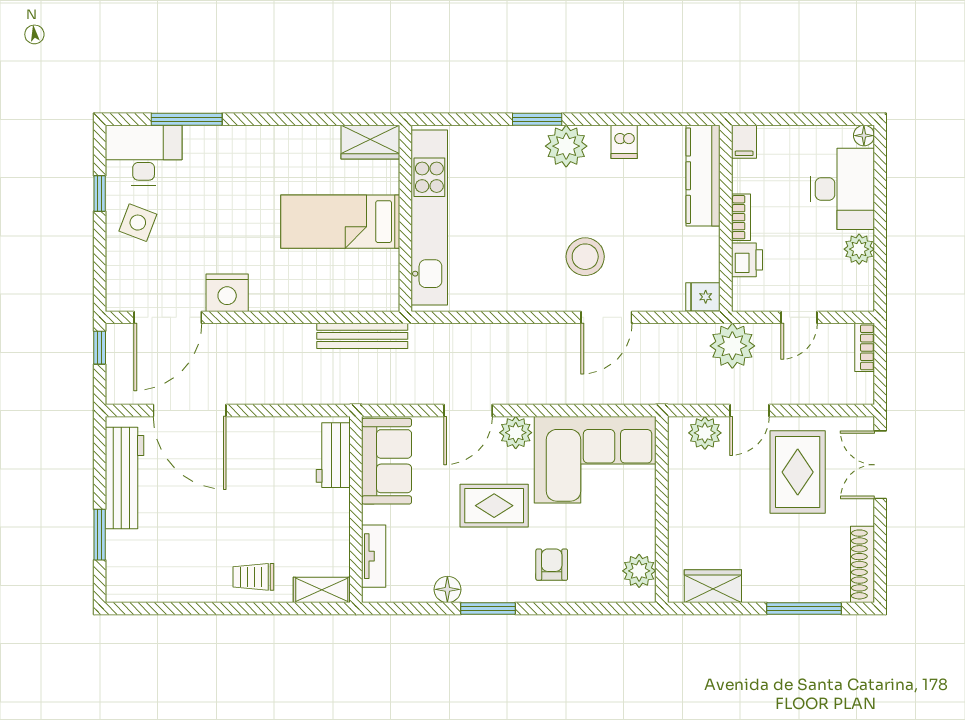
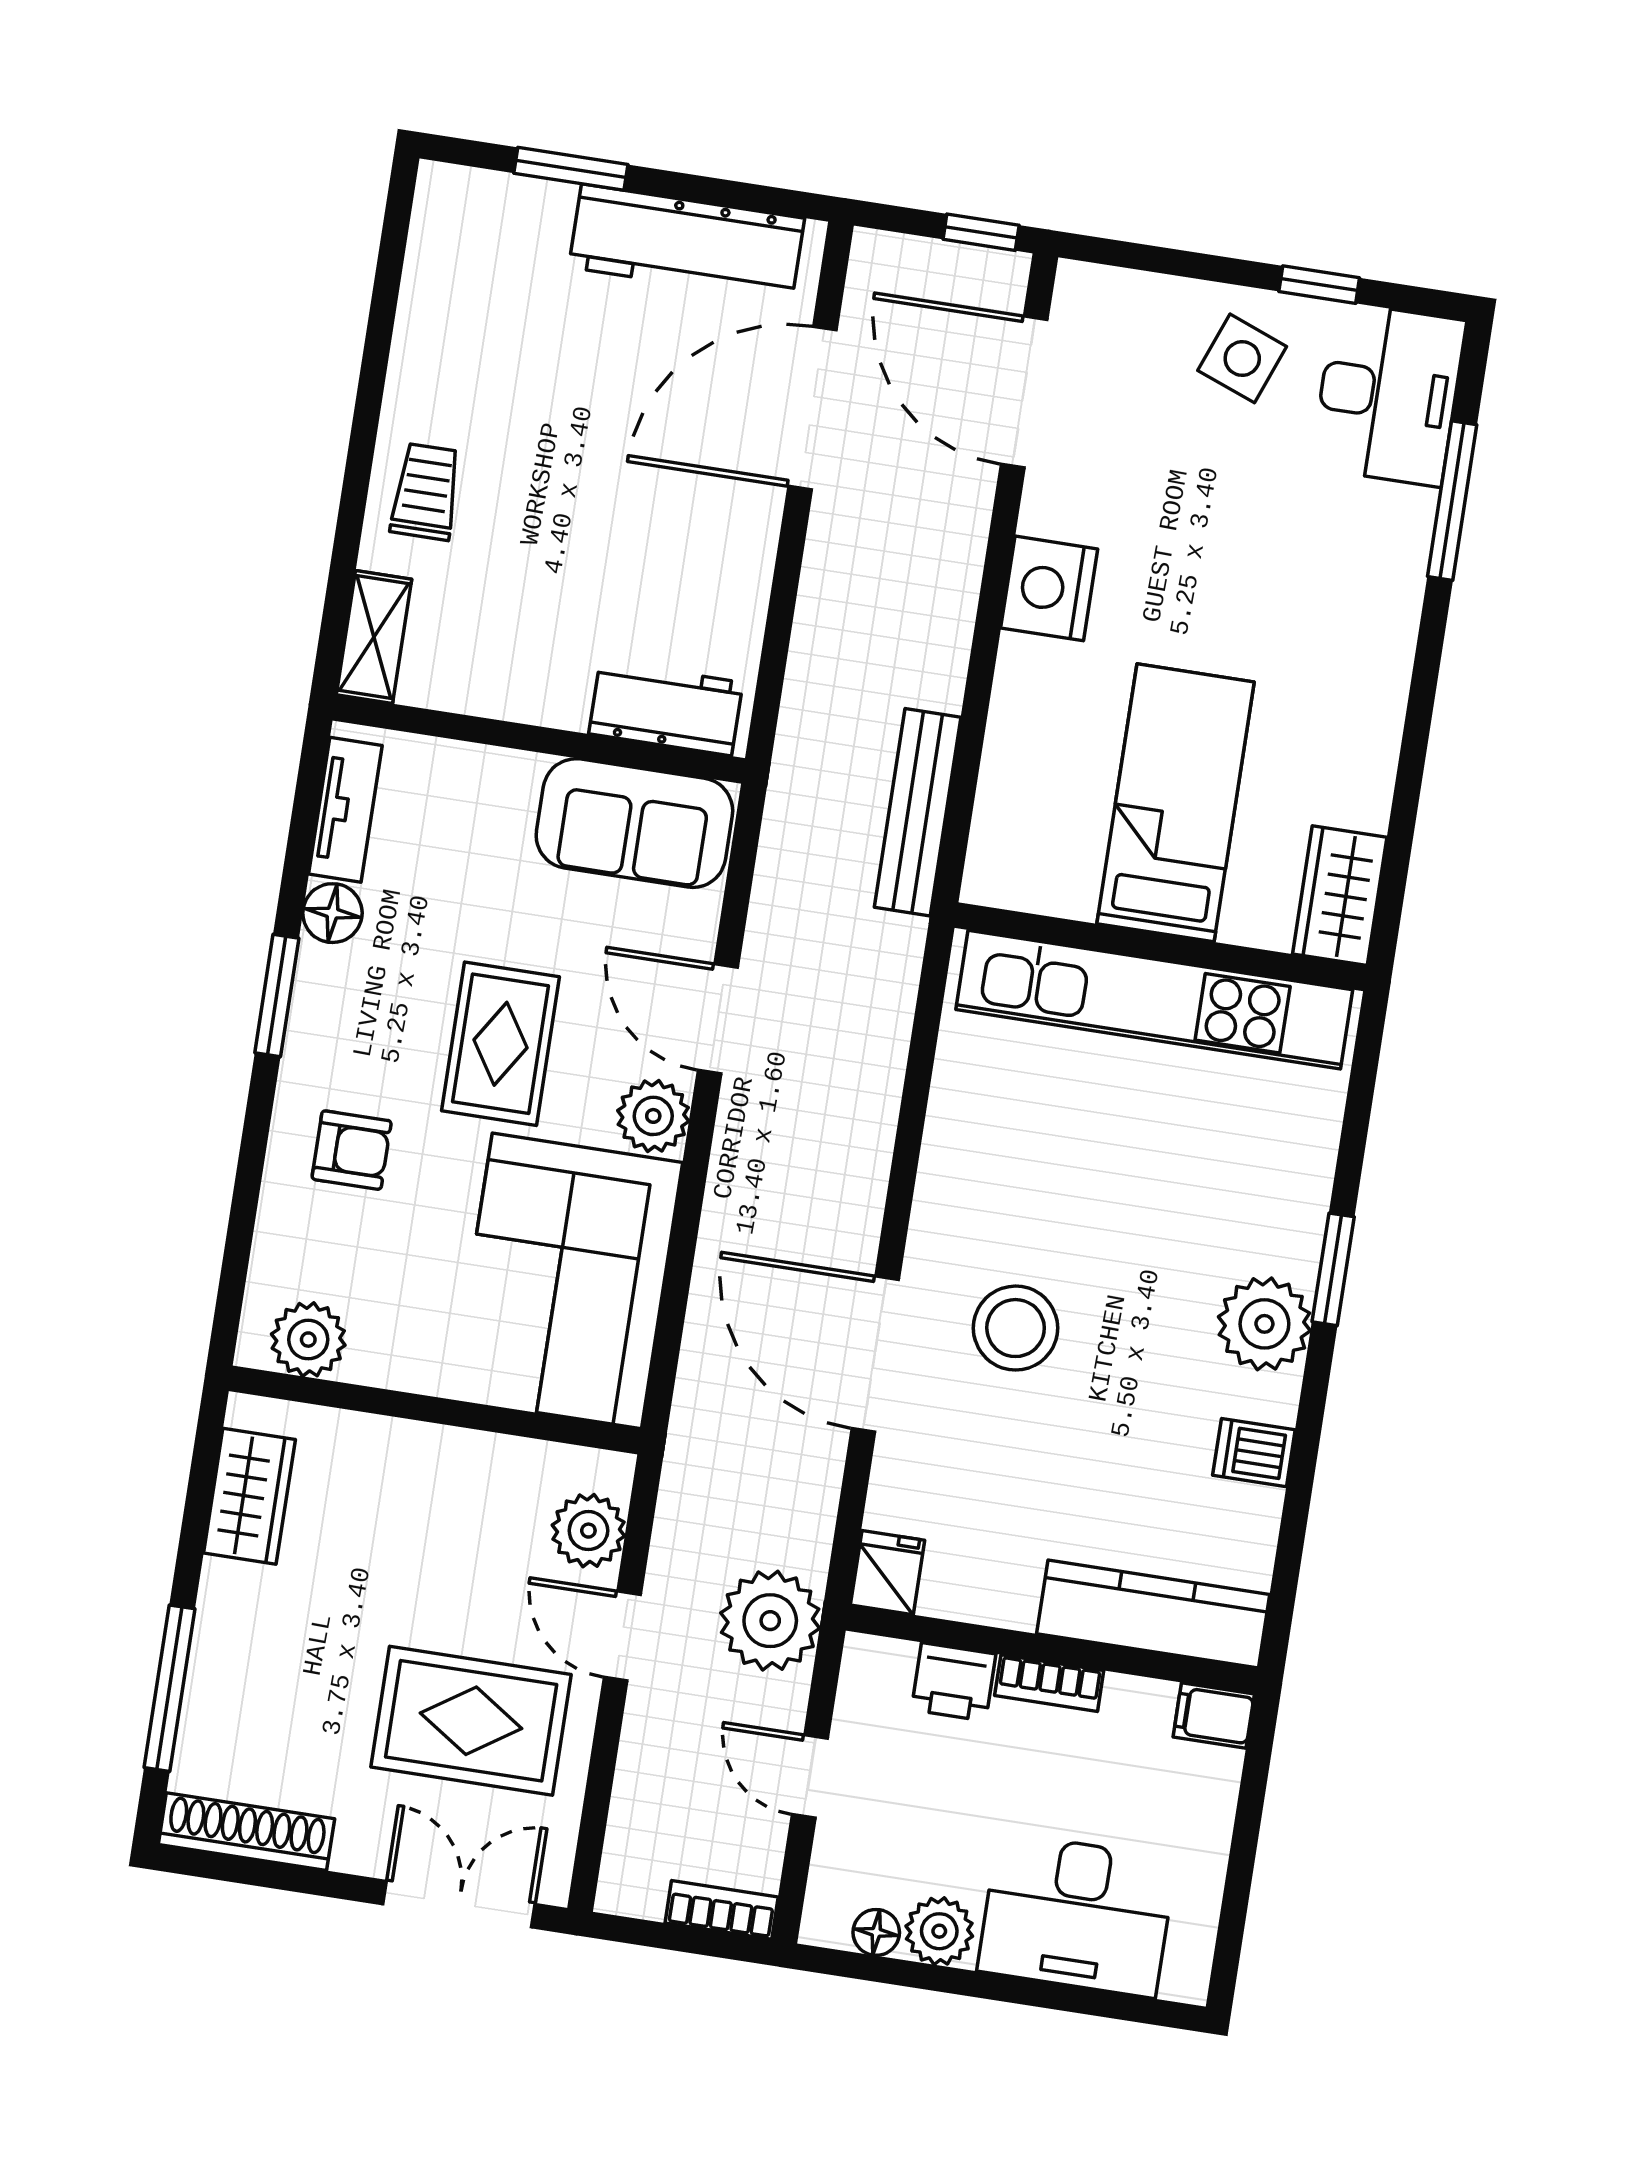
floor lamp: (864, 136) -> (876, 1932), moved
nightstand: (227, 293) -> (1049, 588), moved
door: (606, 317) -> (875, 1354), width x1.36
tv unit: (374, 556) -> (345, 810), moved, turned -90

